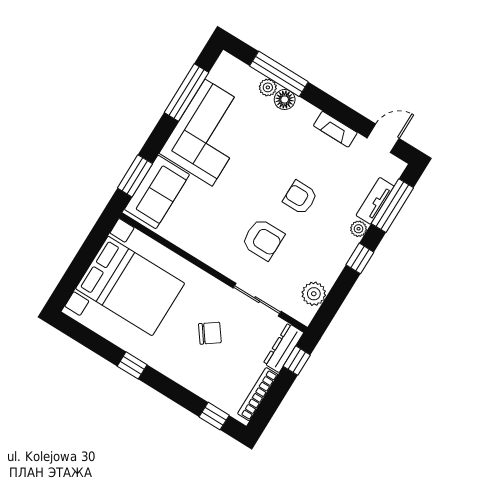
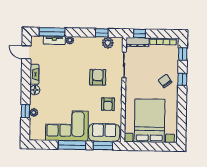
window: (279, 74) -> (25, 111), width x0.46
window: (186, 92) -> (72, 145), moved
floor lamp: (285, 100) -> (35, 90), moved
armchair: (300, 198) -> (108, 104), moved
window: (360, 258) -> (102, 33), moved
chair: (210, 333) -> (165, 81), moved
window: (132, 365) -> (182, 79), moved

